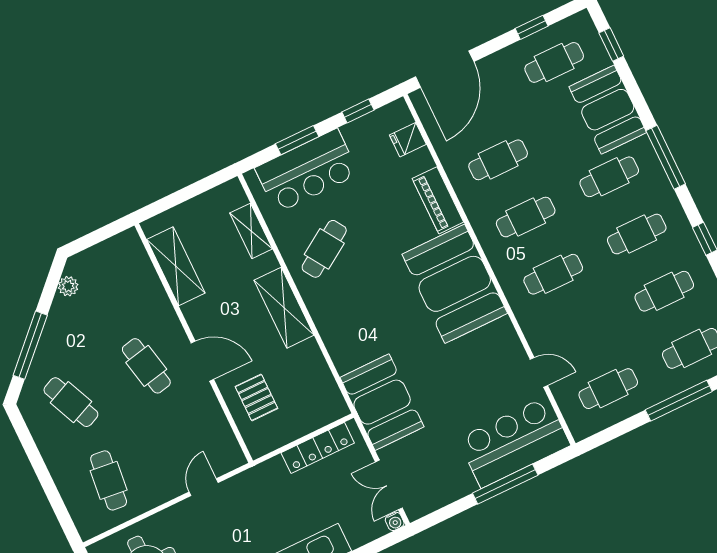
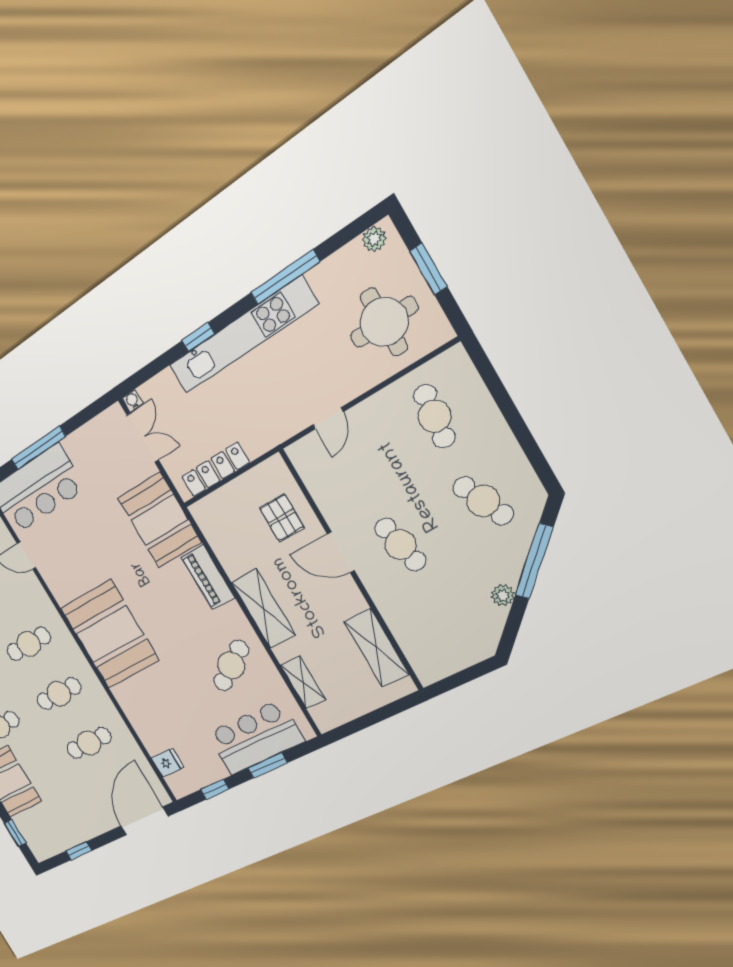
cafe table: (554, 62) -> (57, 822), removed
piano: (438, 200) -> (208, 577), moved, turned 180
plant: (68, 286) -> (503, 595), moved

